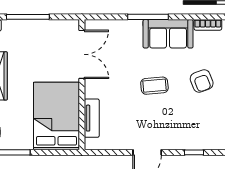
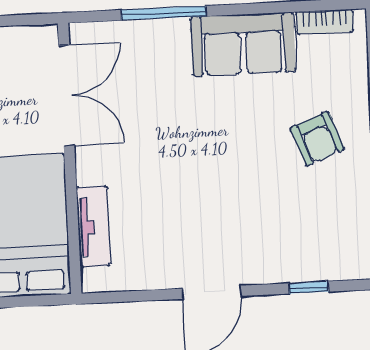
window: (148, 17) -> (164, 13), moved
coffee table: (154, 86) -> (220, 153), removed

